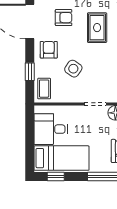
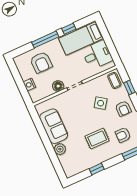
rug: (97, 28) -> (97, 139), turned 90
window: (56, 176) -> (69, 29), moved

